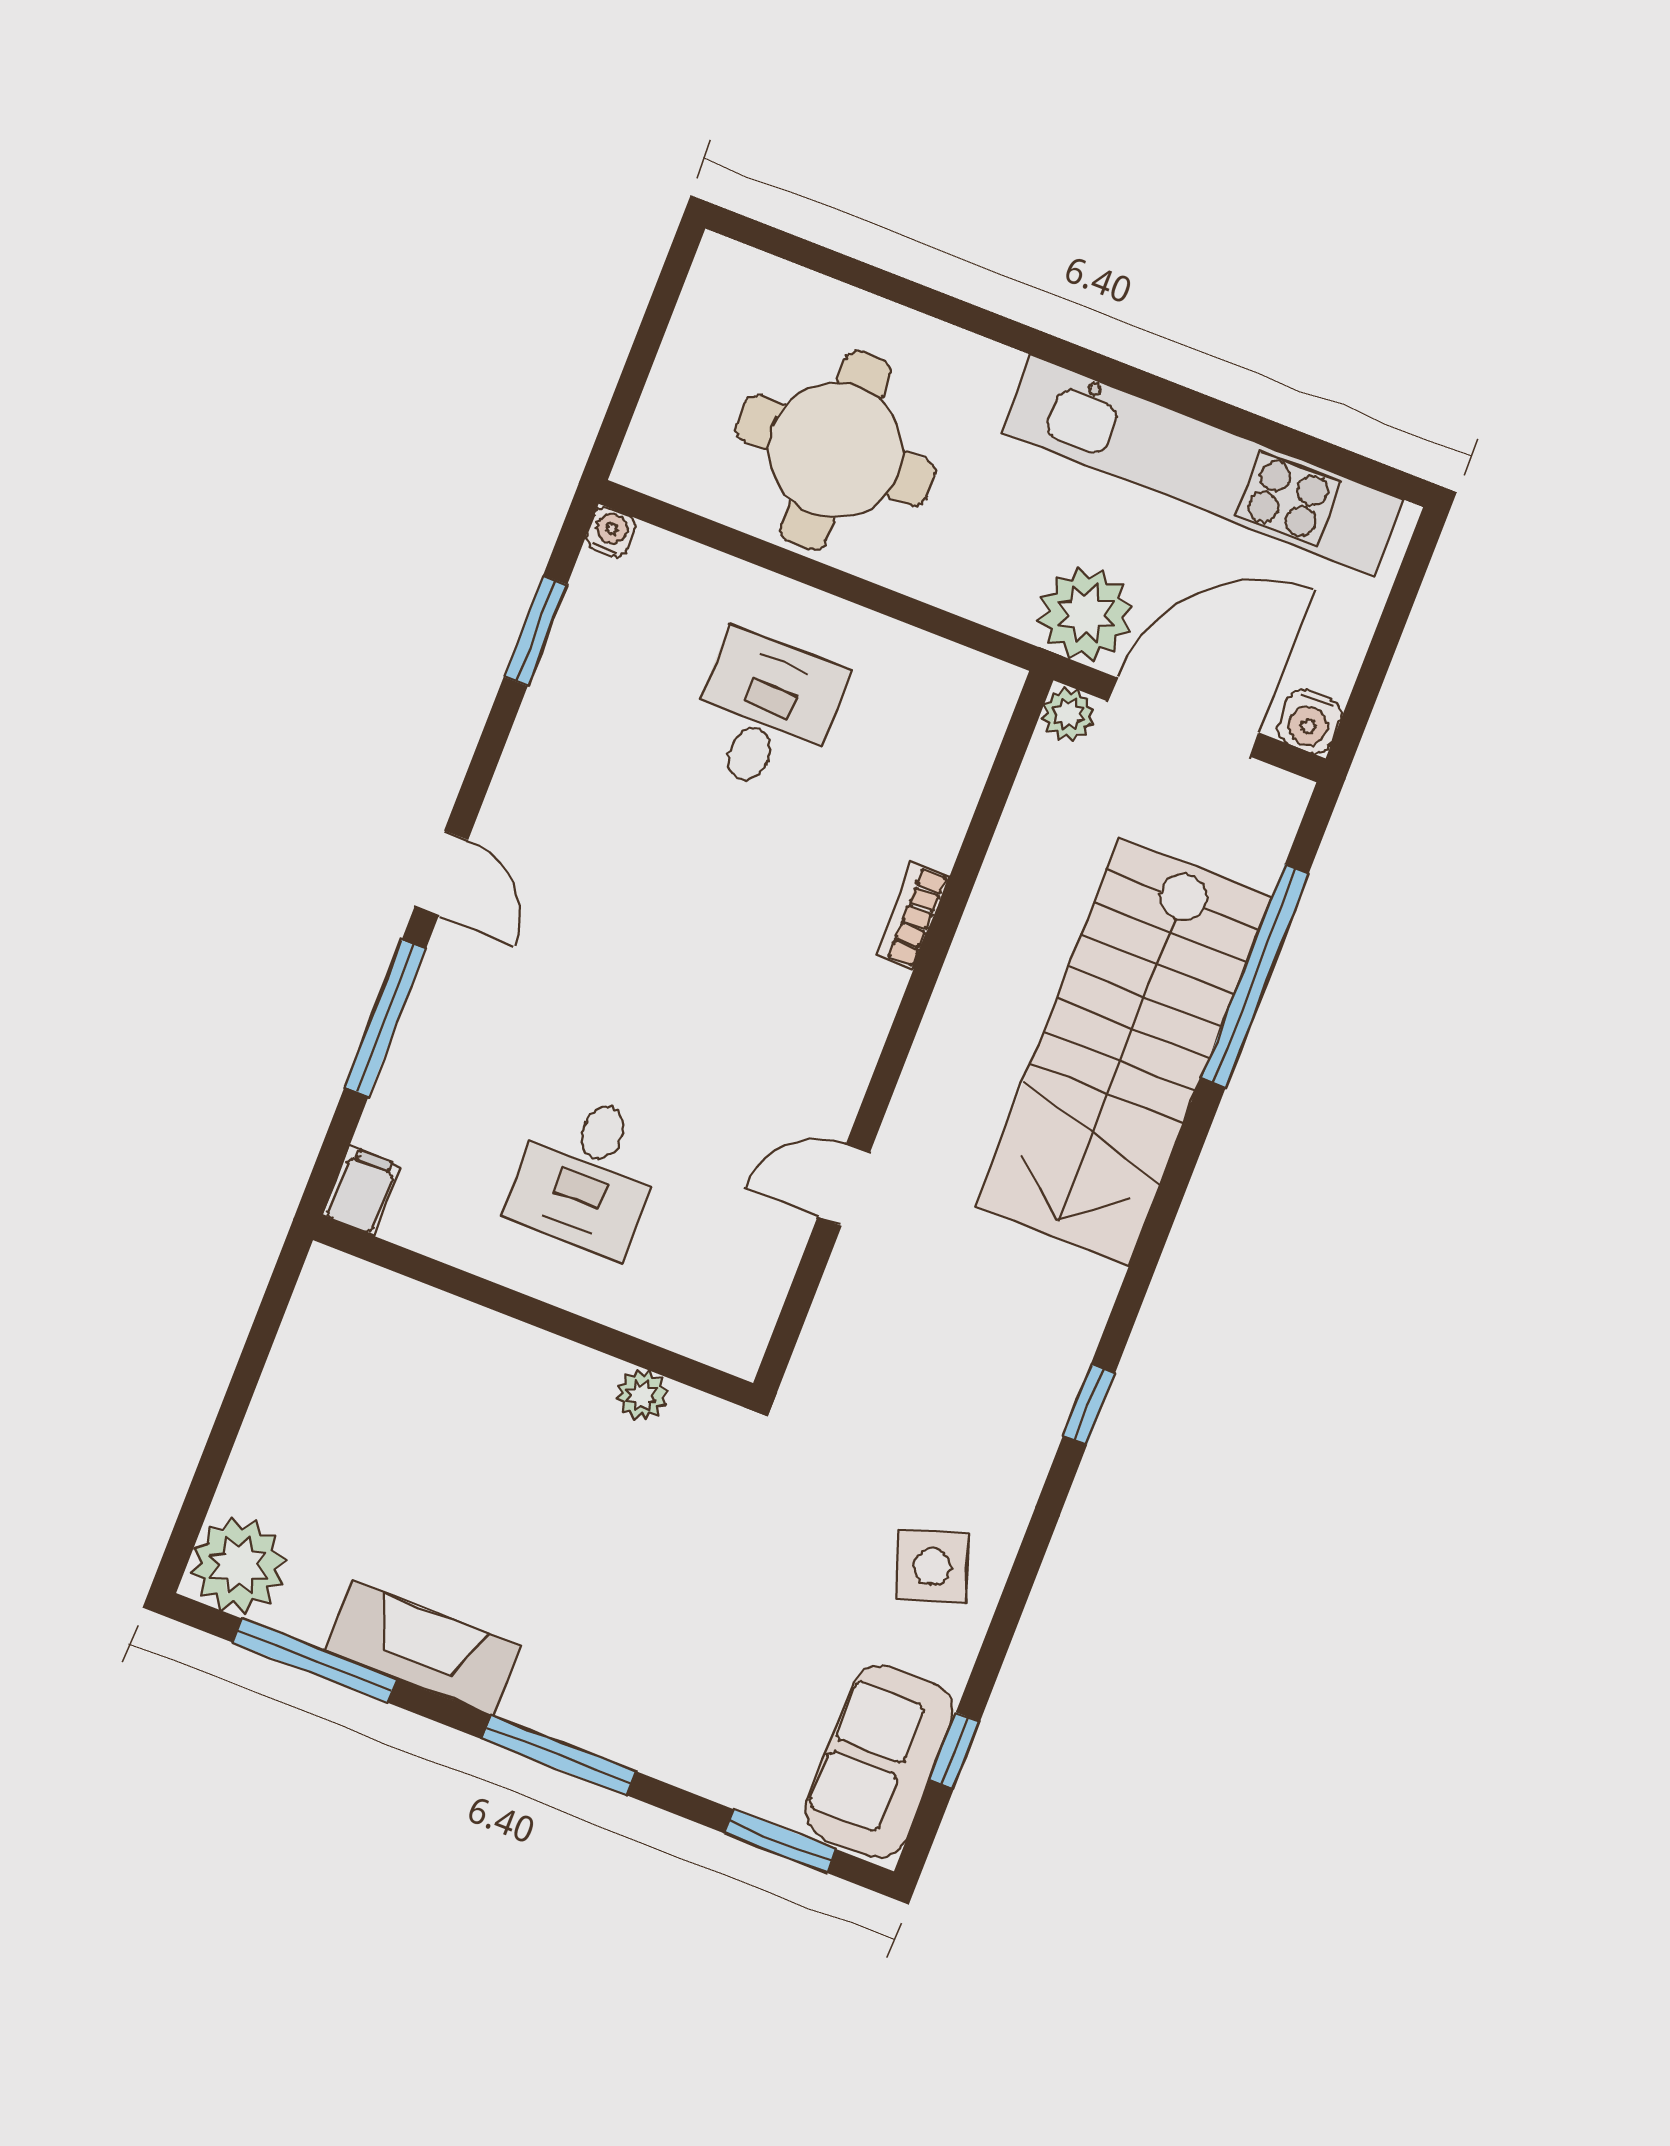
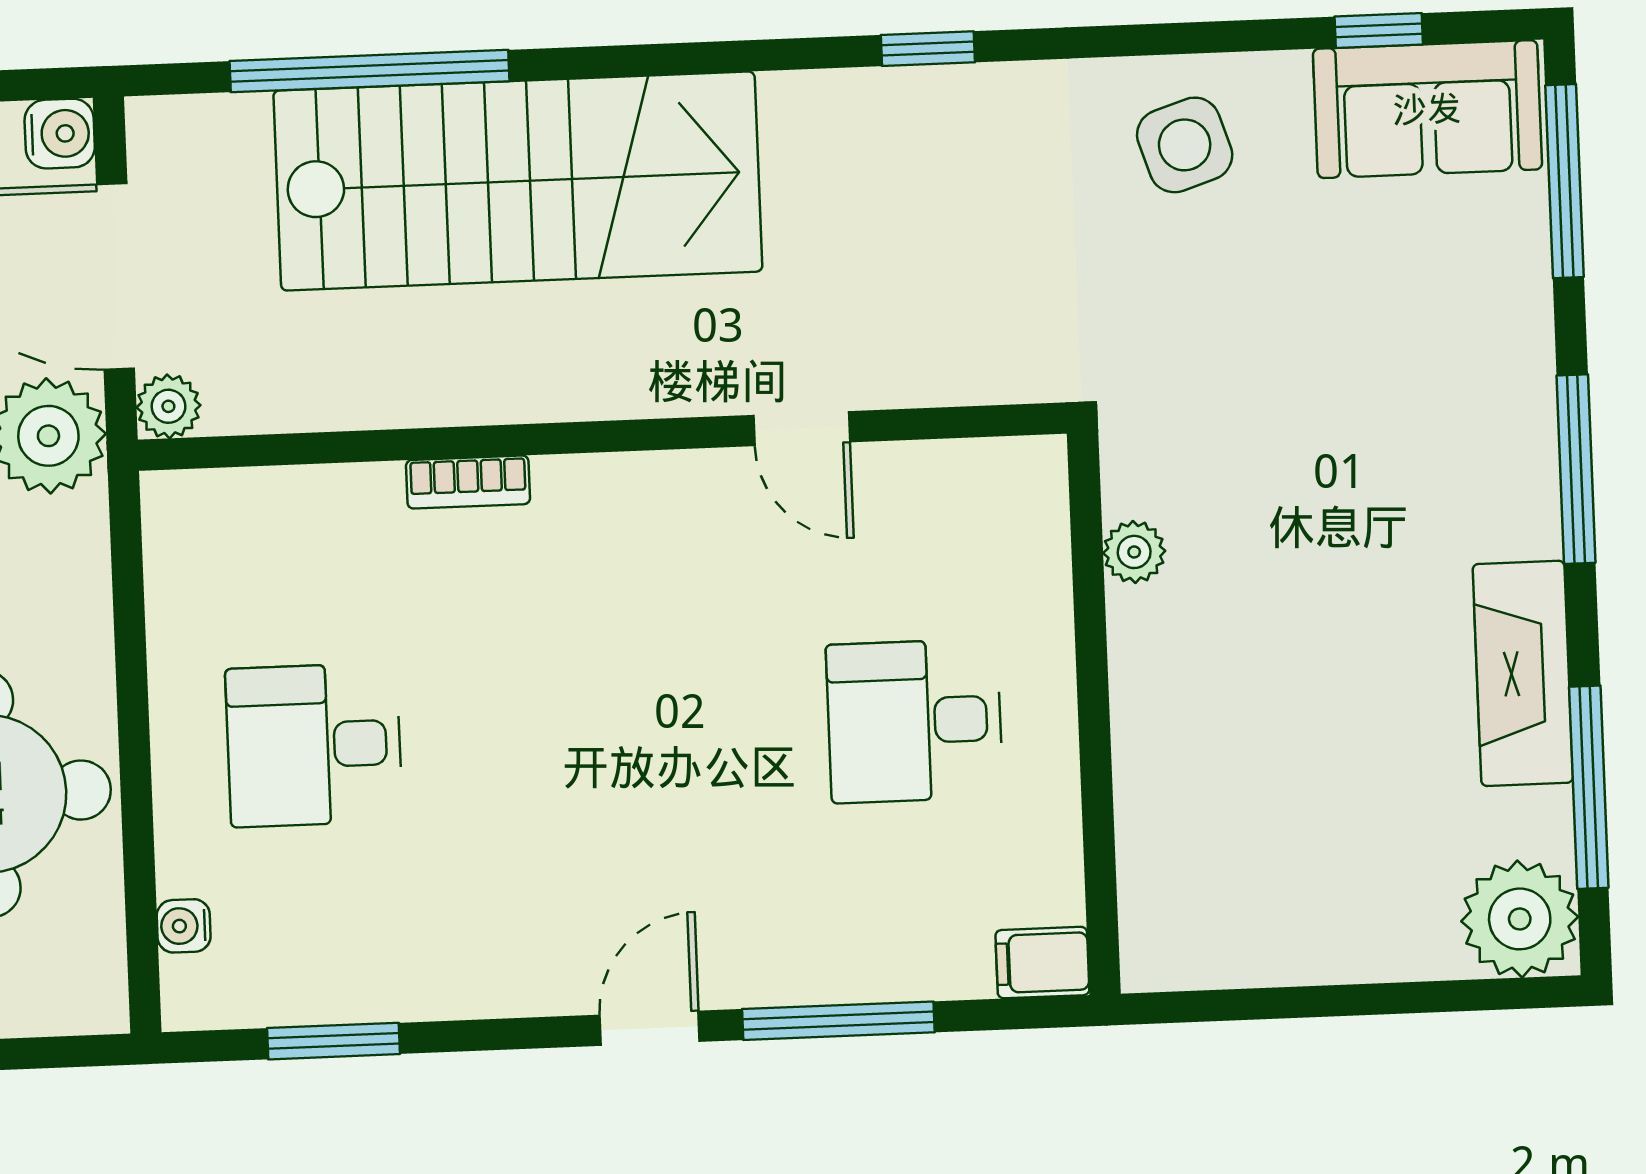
water cooler: (611, 532) -> (184, 926), moved
desk: (586, 1174) -> (914, 721), turned 180
window: (780, 1841) -> (1564, 181), width x1.44

